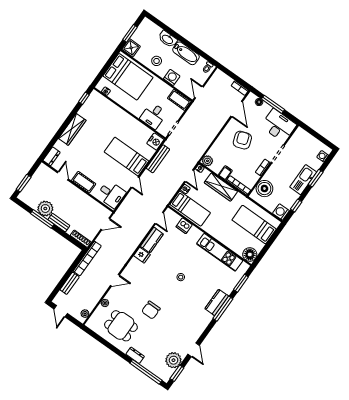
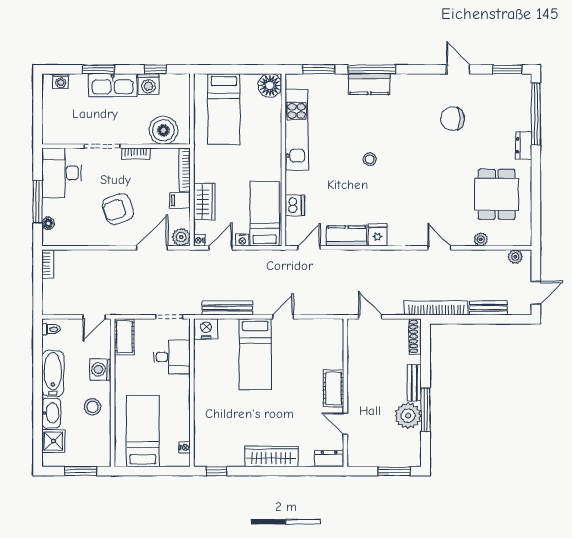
shower: (131, 48) -> (53, 441), moved
bed: (128, 77) -> (143, 431), width x0.67
door: (237, 109) -> (152, 248), moved
door: (63, 176) -> (345, 424), hinge flipped
wardrobe: (221, 187) -> (204, 202), width x0.67
desk: (111, 194) -> (323, 338), removed
washing machine: (281, 212) -> (148, 84), moved
chair: (151, 310) -> (452, 119), moved, turned 180
door: (194, 350) -> (458, 69), hinge flipped
plant: (173, 360) -> (492, 87), removed

